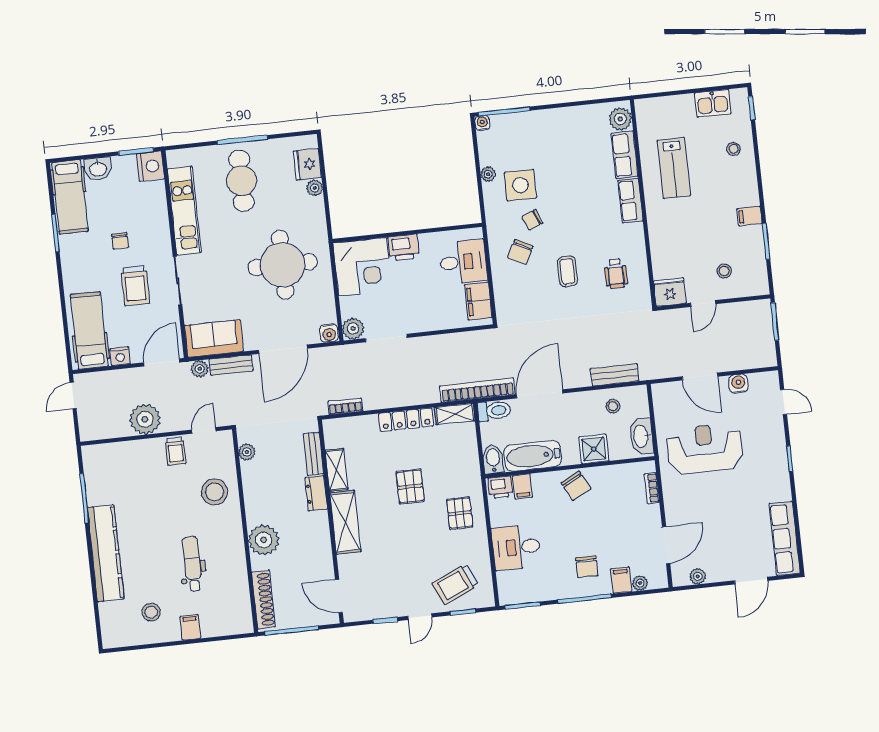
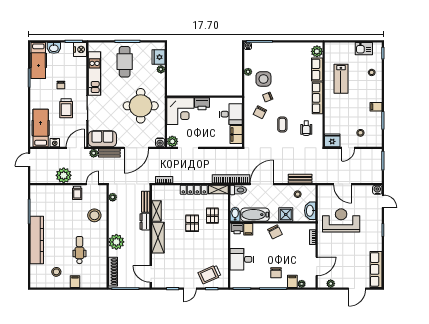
row of seats: (630, 201) -> (317, 98), width x1.48
water cooler: (738, 384) -> (377, 190), moved
pallet: (460, 513) -> (212, 216), moved

